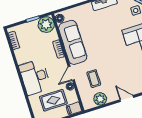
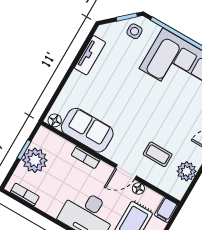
plant: (46, 25) -> (35, 160), moved
sofa: (73, 42) -> (87, 130), width x0.73
door: (71, 73) -> (126, 172), hinge flipped

